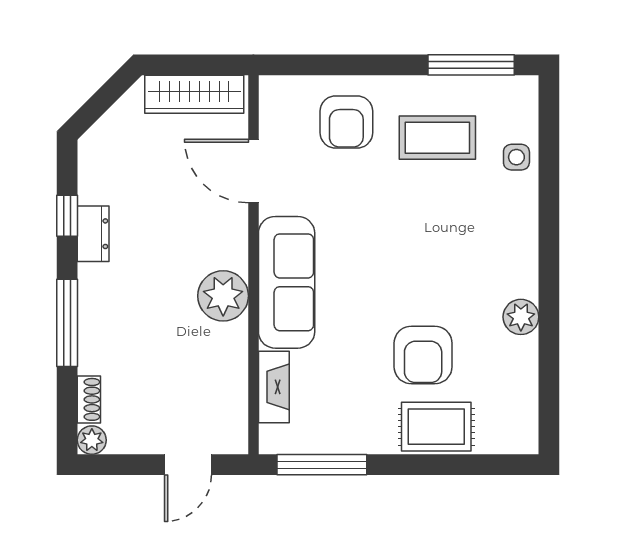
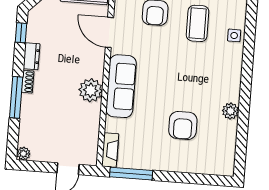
coffee table: (437, 138) -> (198, 23), turned 90
window: (67, 216) -> (21, 33), moved
fireplace: (274, 387) -> (110, 150), moved
shoe rack: (89, 399) -> (28, 82), moved
rug: (436, 427) -> (187, 160), removed

